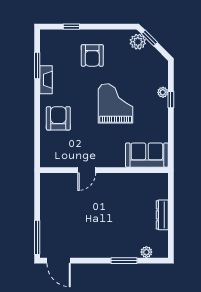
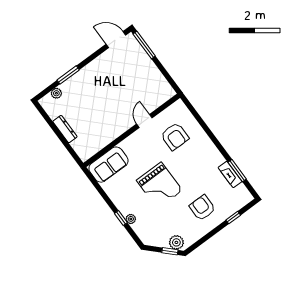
fireplace: (46, 80) -> (230, 174), moved
armchair: (58, 118) -> (175, 136), moved

